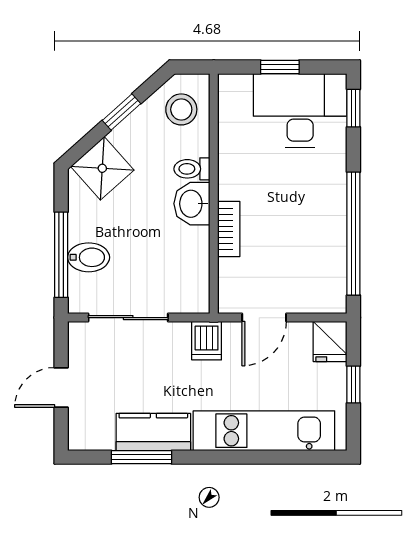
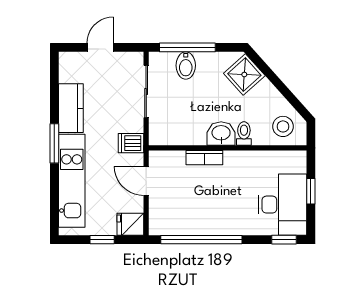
window: (122, 112) -> (281, 87), removed
door: (61, 387) -> (100, 47), hinge flipped
window: (141, 457) -> (54, 143), moved

